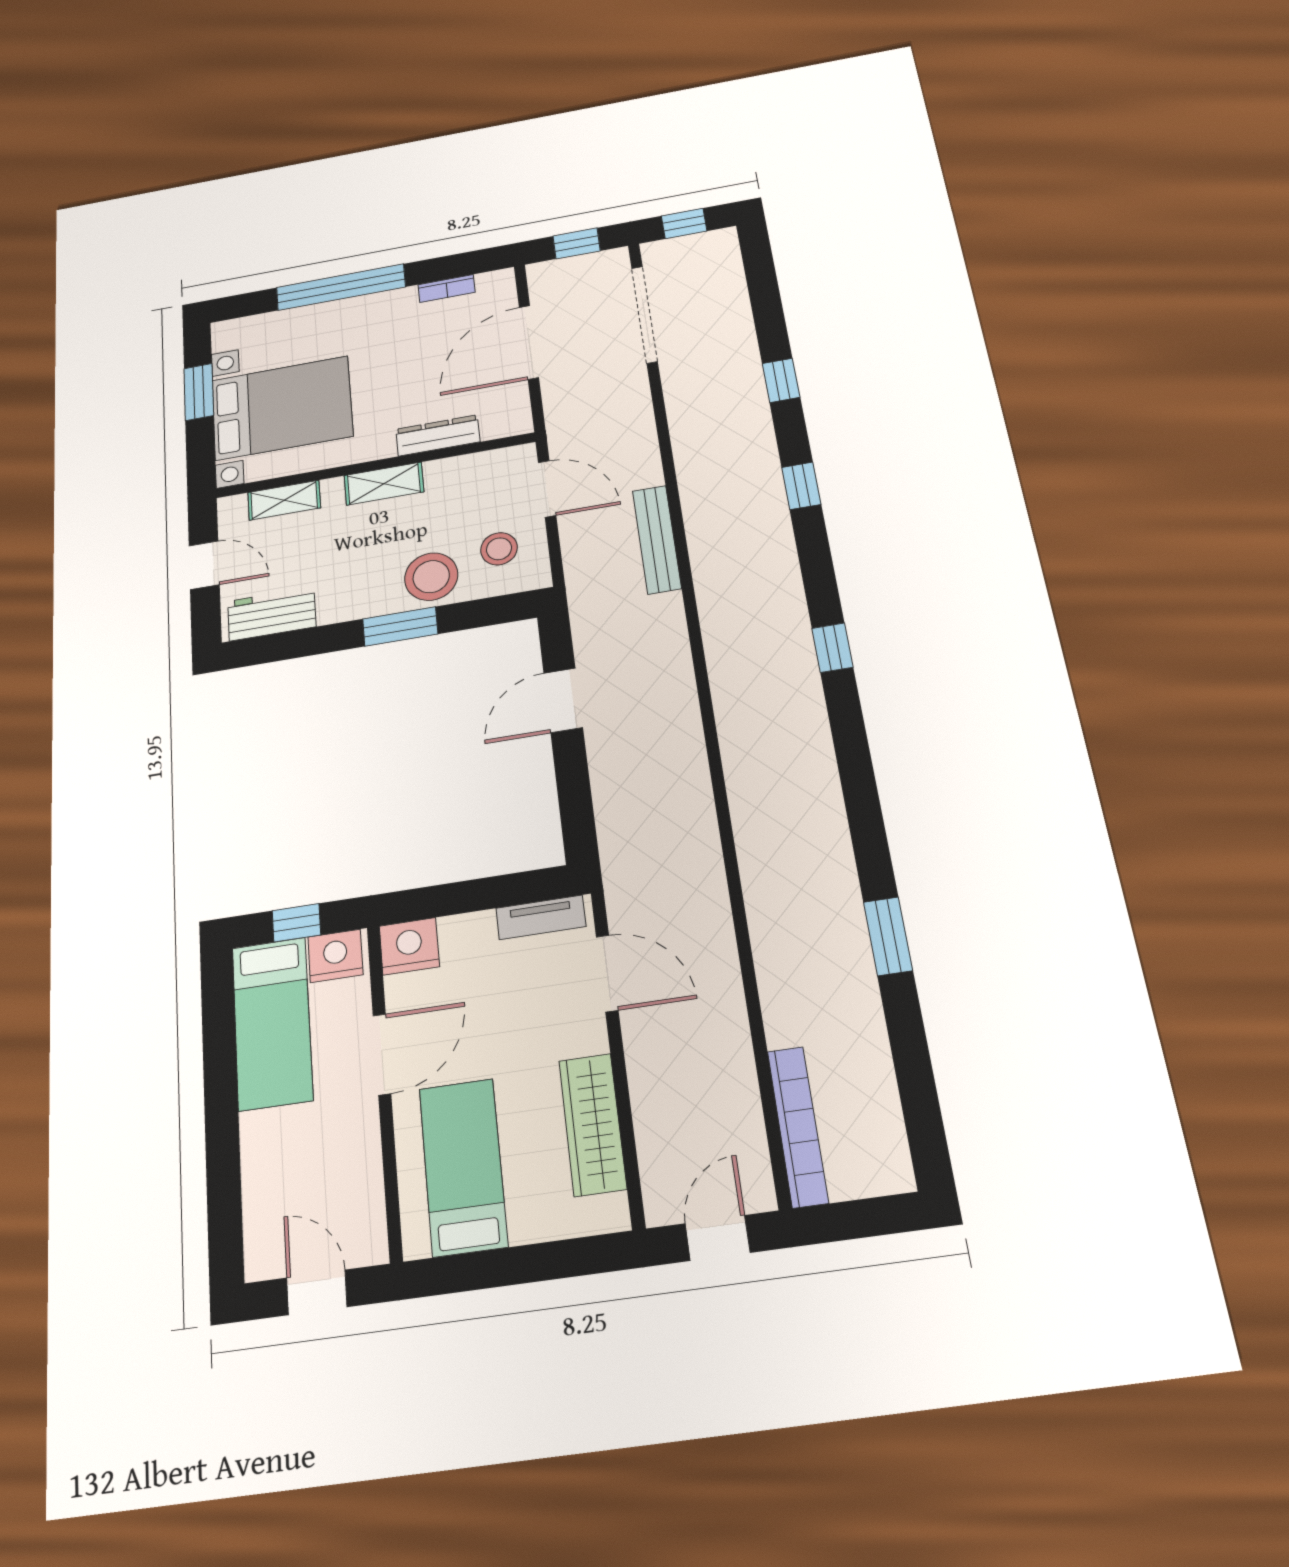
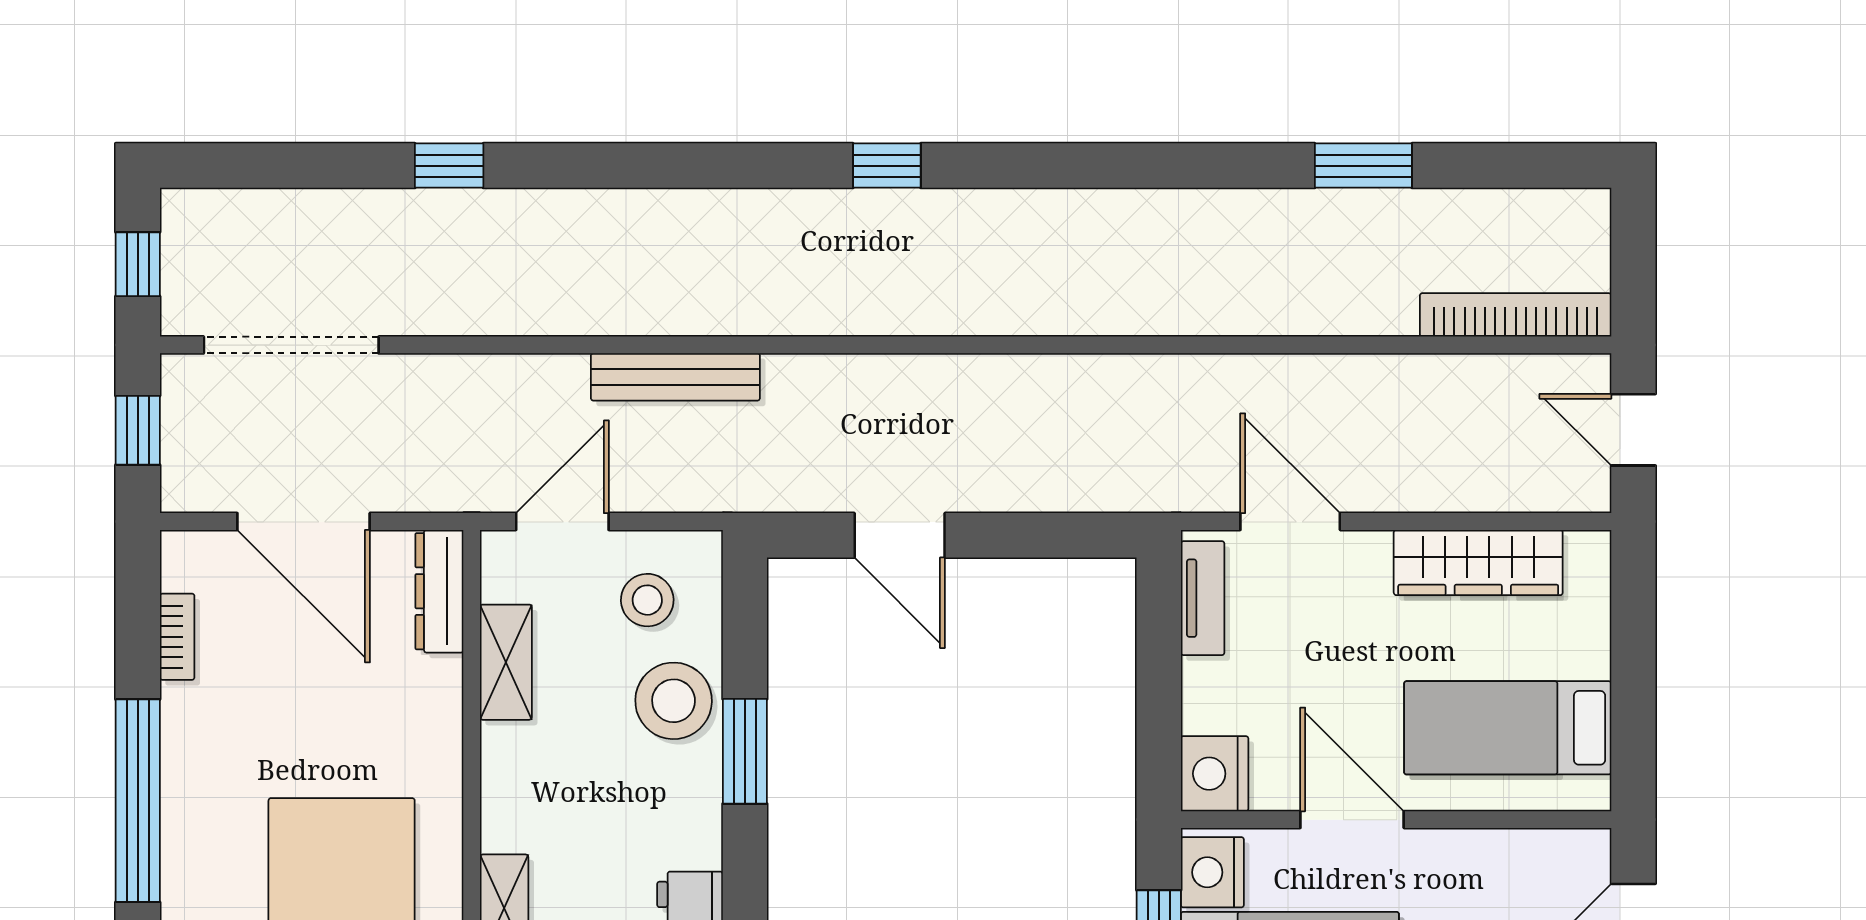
dresser: (438, 435) -> (439, 591), moved
shelving: (384, 484) -> (506, 662), moved
window: (801, 486) -> (629, 166), removed
window: (888, 936) -> (1363, 166), moved
door: (607, 973) -> (1290, 522), hinge flipped

